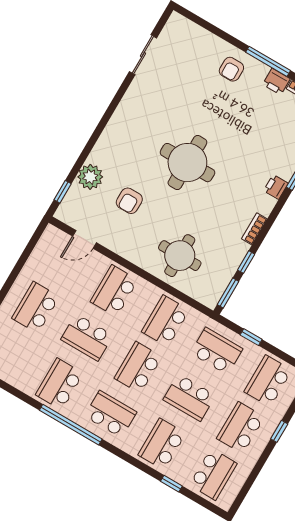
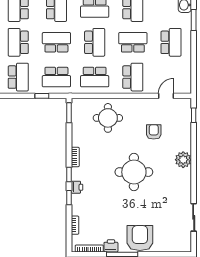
armchair: (231, 69) -> (140, 238), width x1.88, depth x1.88
plant: (90, 177) -> (183, 160), moved
window: (246, 262) -> (69, 174), moved
school desk: (165, 321) -> (95, 77), turned 90
school desk: (241, 428) -> (18, 42), turned 180

